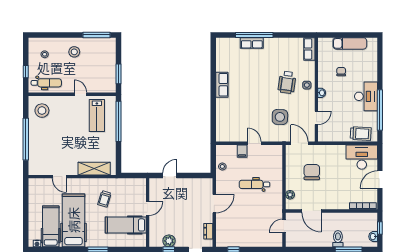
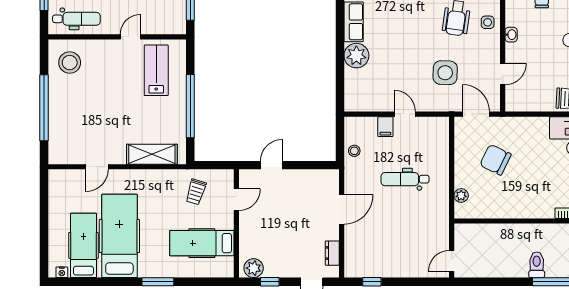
door: (80, 94) -> (130, 37), hinge flipped
plant: (224, 106) -> (356, 56), added
lab bench: (97, 115) -> (156, 70), turned 180
window: (118, 121) -> (190, 106), moved
chair: (312, 172) -> (495, 160), turned -64
door: (59, 177) -> (97, 167), hinge flipped
trolley: (104, 199) -> (196, 192), moved
door: (148, 208) -> (236, 200), moved
door: (311, 211) -> (495, 221), removed
door: (284, 226) -> (452, 261), moved
plant: (169, 241) -> (254, 268), moved

